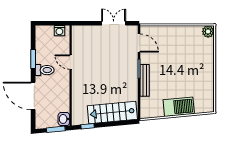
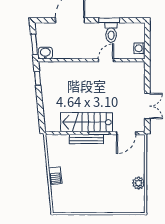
plant: (208, 31) -> (139, 183), moved
toilet: (45, 70) -> (111, 33), moved
barbecue: (179, 107) -> (55, 176), width x0.53, depth x0.65
stairs: (112, 113) -> (87, 122), moved, turned -85

